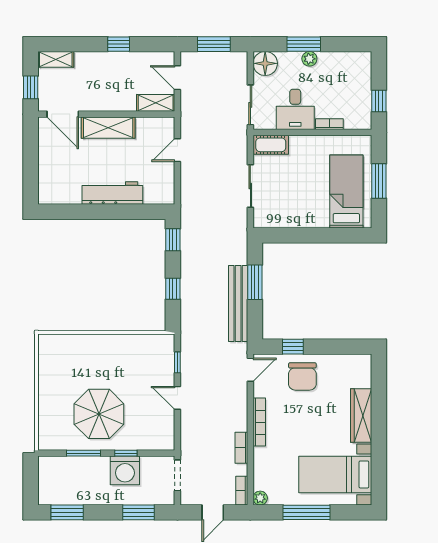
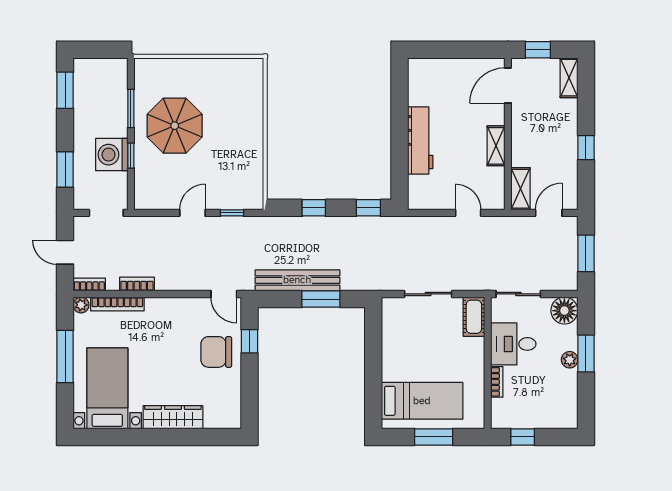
shelving: (108, 128) -> (496, 146), width x0.67, depth x0.75
bookcase: (259, 422) -> (117, 304), moved

